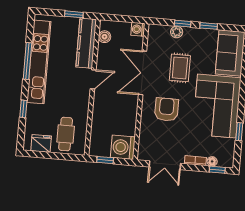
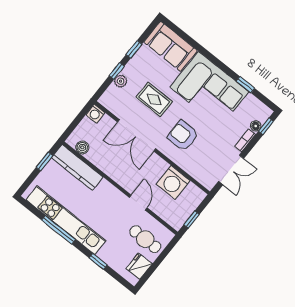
door: (93, 79) -> (138, 203), moved
washing machine: (123, 147) -> (173, 182), moved

